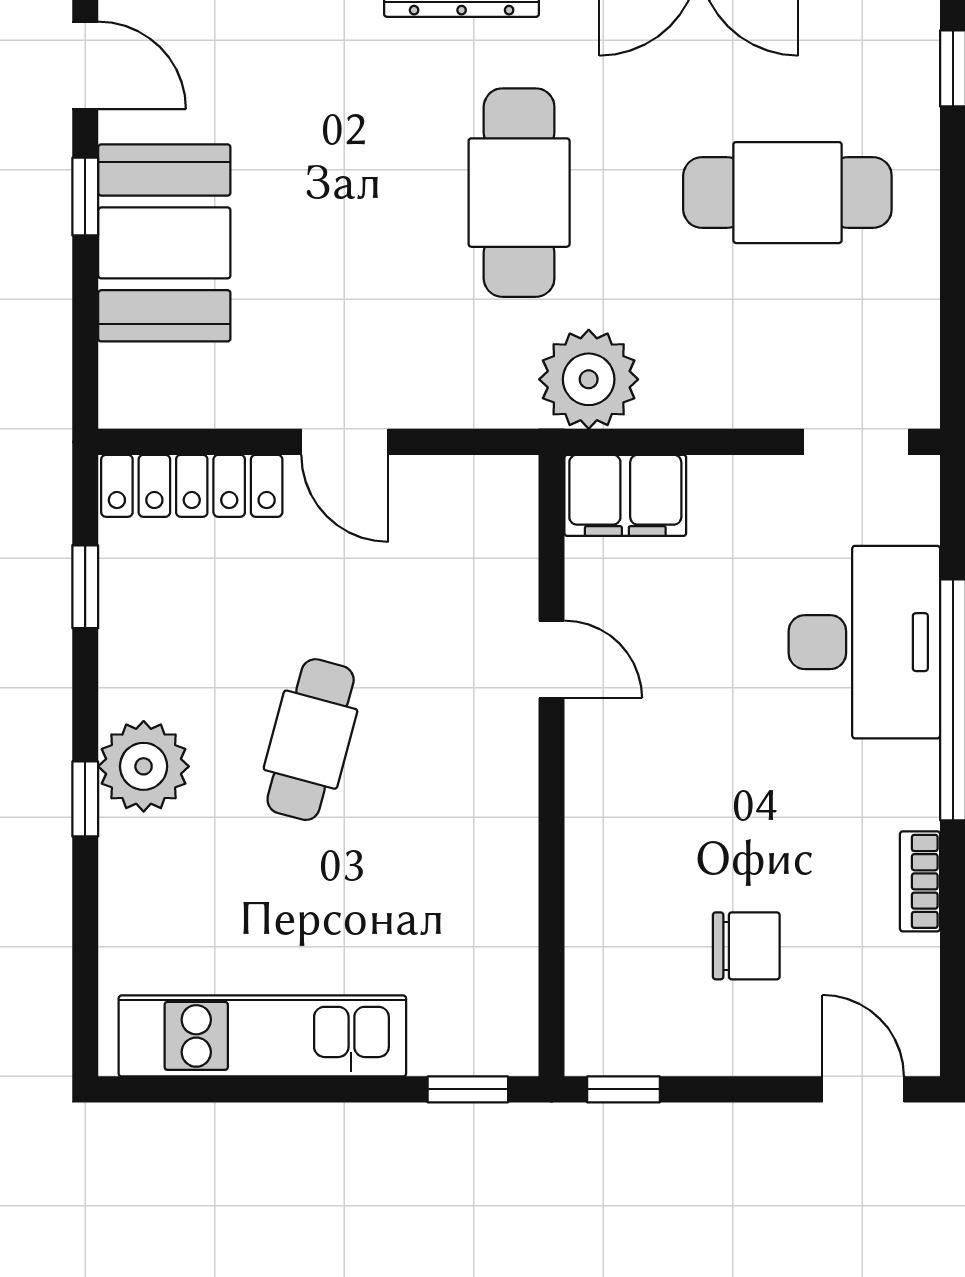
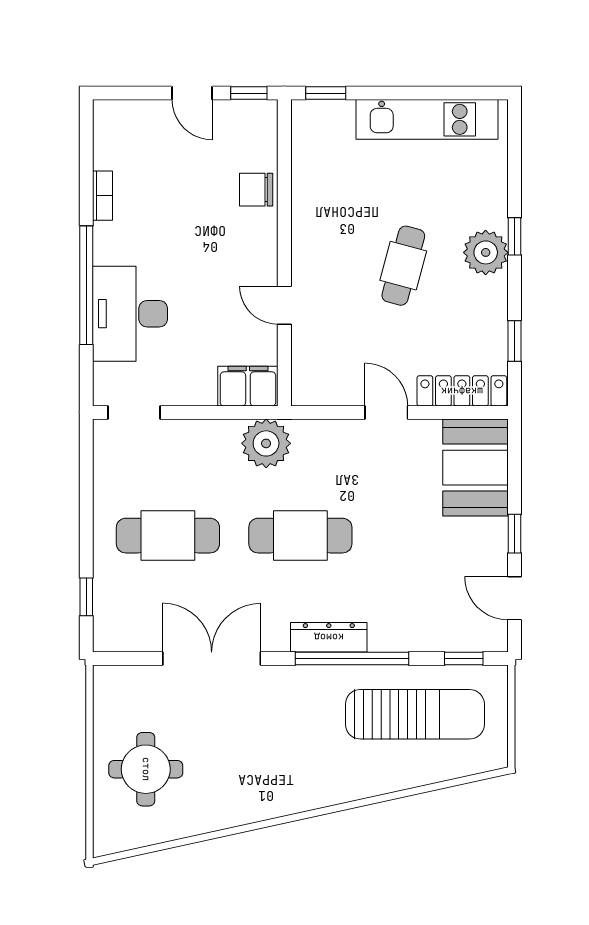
cafe table: (519, 193) -> (300, 536), turned 90
booth: (164, 243) -> (475, 468), moved
chair: (746, 946) -> (256, 190), moved
door: (863, 1089) -> (192, 93), moved

